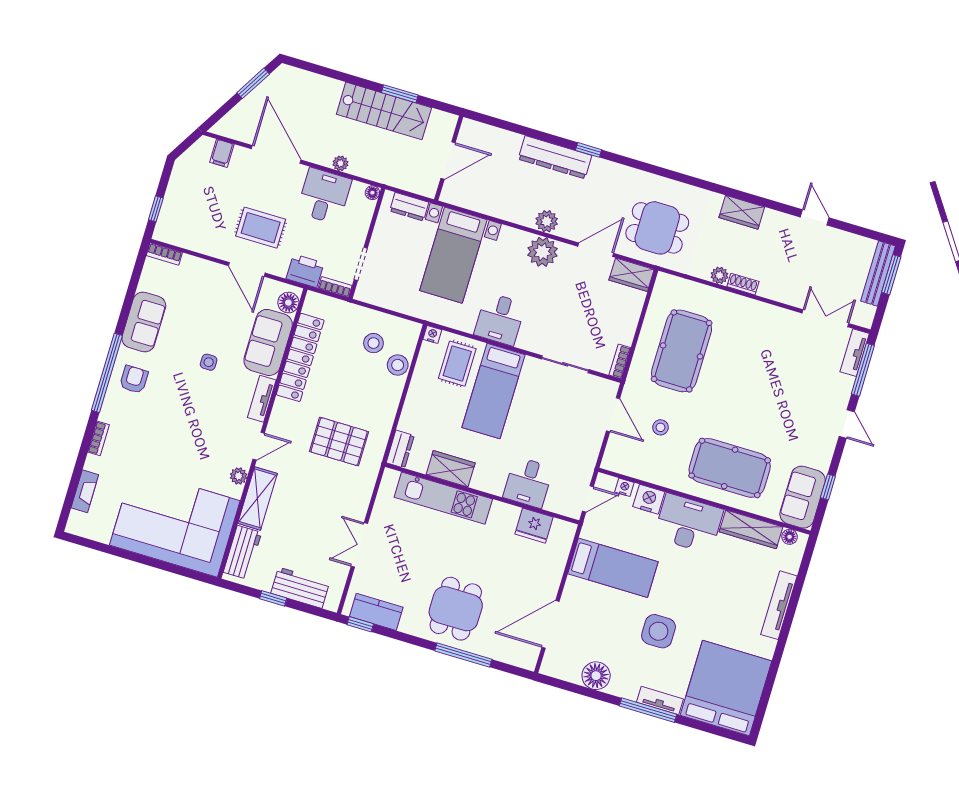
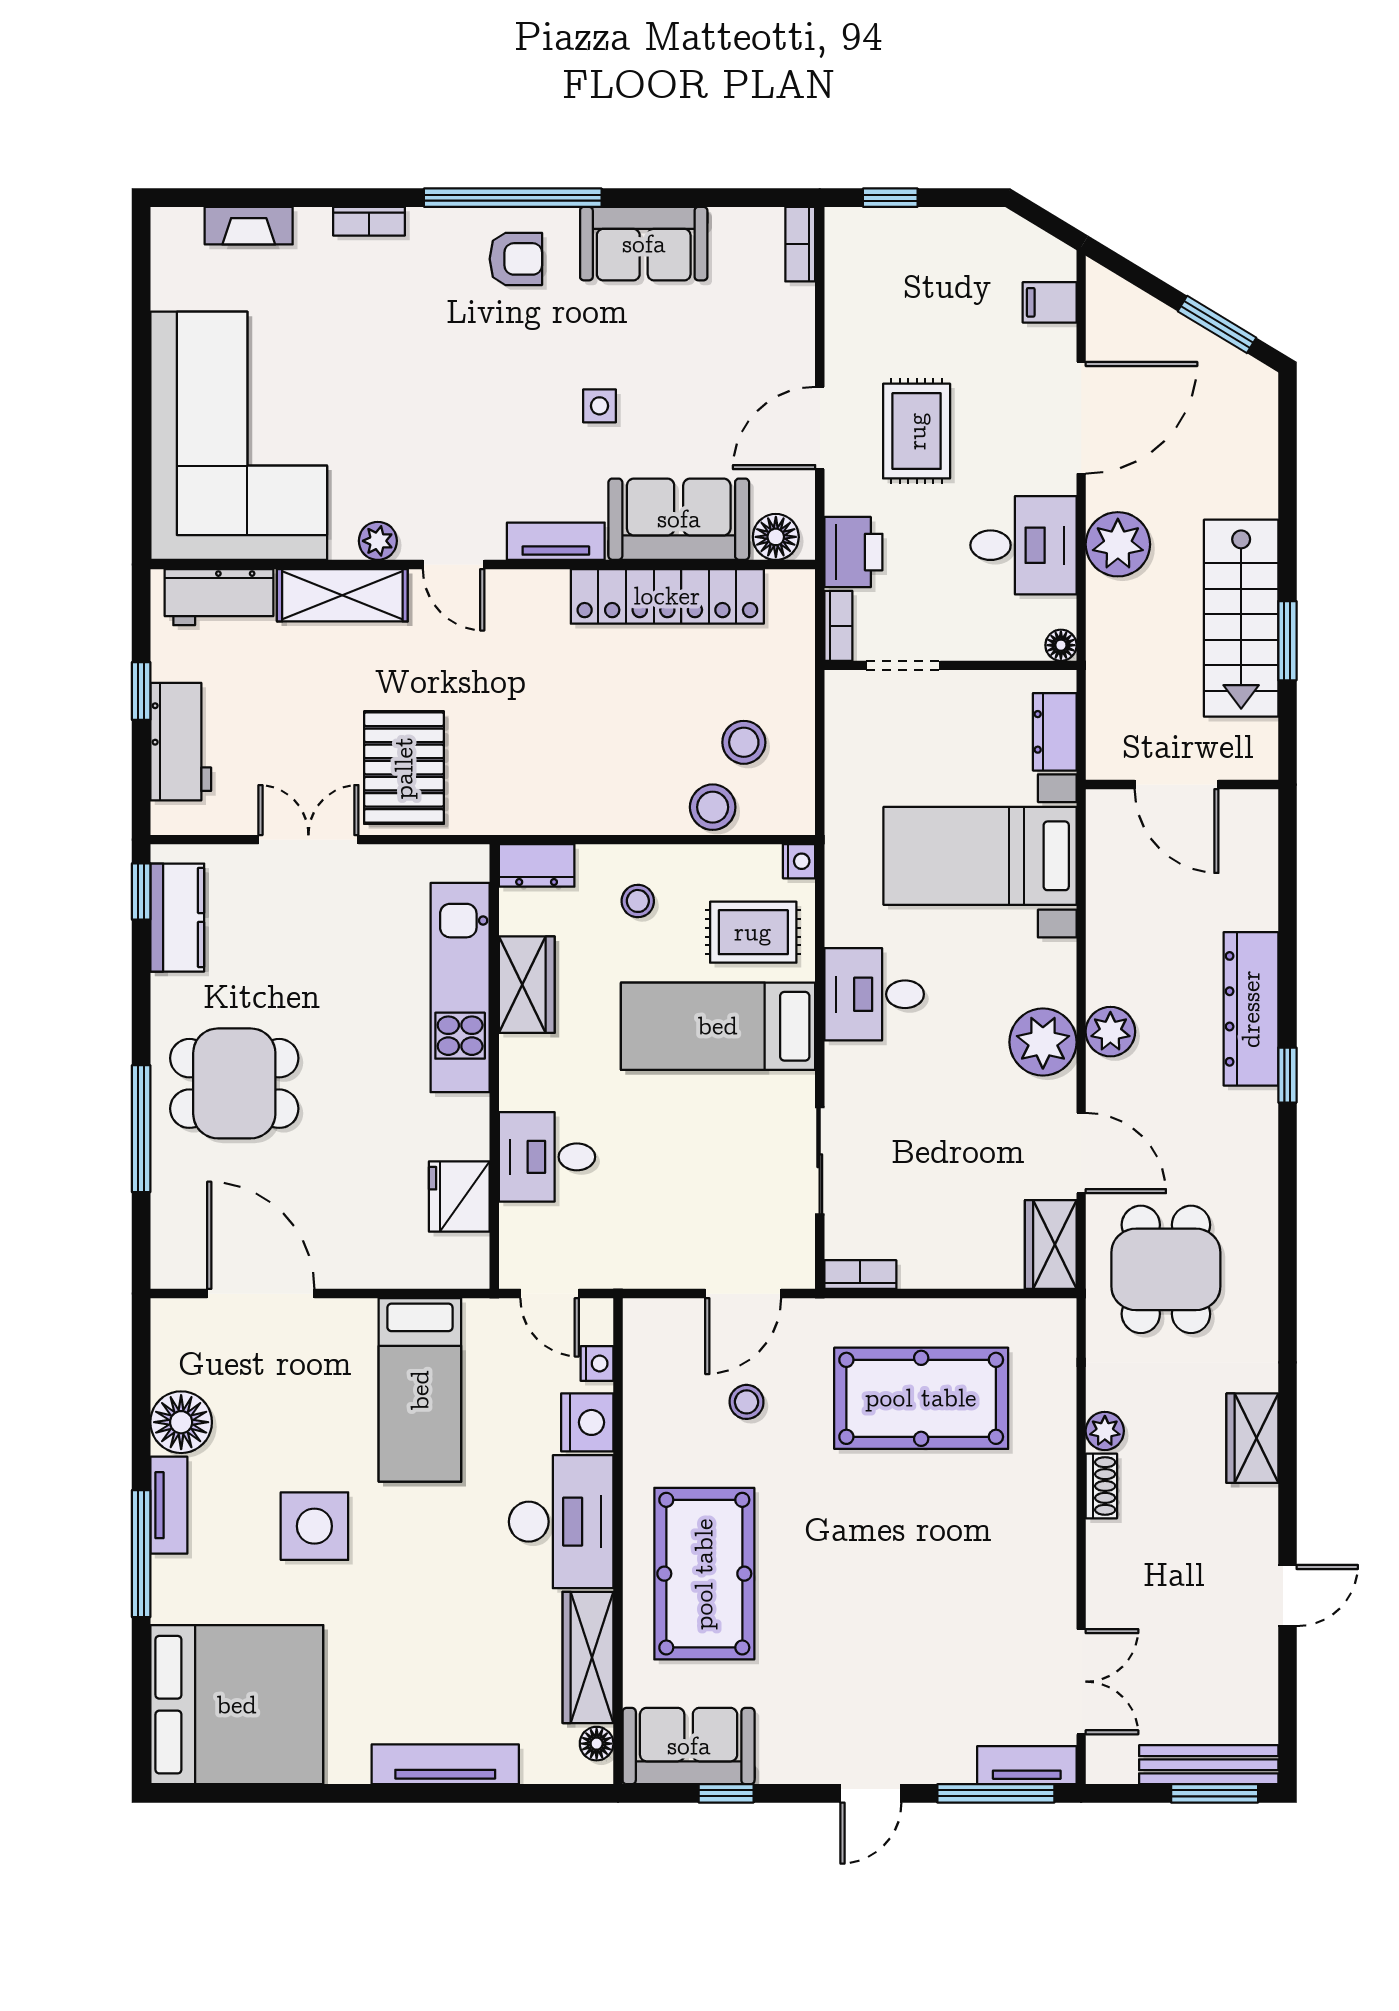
plant: (340, 163) -> (1118, 544), width x1.88, depth x1.88
stool: (429, 410) -> (638, 901), added
pallet: (339, 442) -> (404, 768), moved
tv unit: (660, 701) -> (169, 1505), moved

